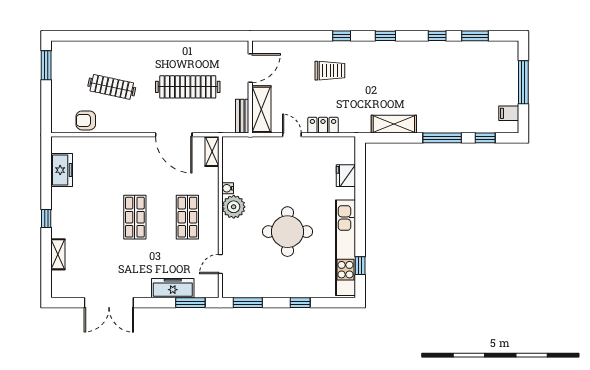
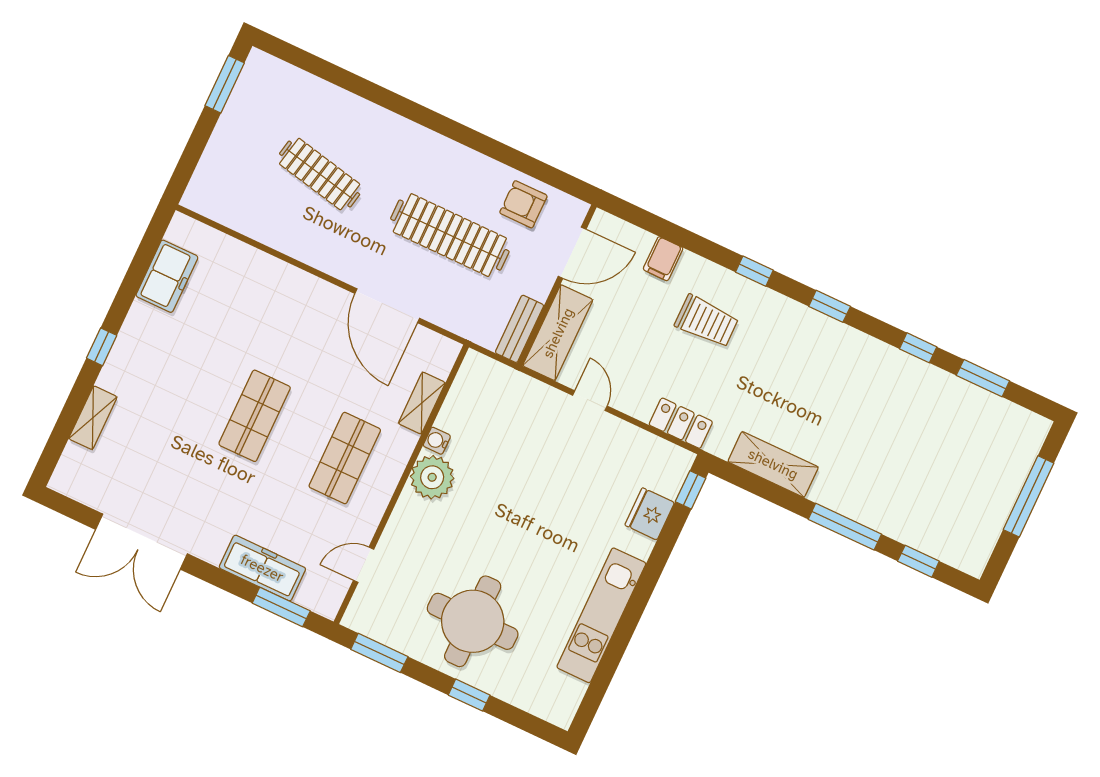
filing cabinet: (509, 113) -> (663, 259), moved, turned -90
armchair: (86, 120) -> (523, 204), moved
locker: (323, 125) -> (681, 423), moved
shelving: (212, 151) -> (422, 403), moved
round table: (287, 232) -> (473, 621), moved
kitchen unit: (345, 248) -> (601, 615), width x0.73
window: (360, 266) -> (691, 490), moved

